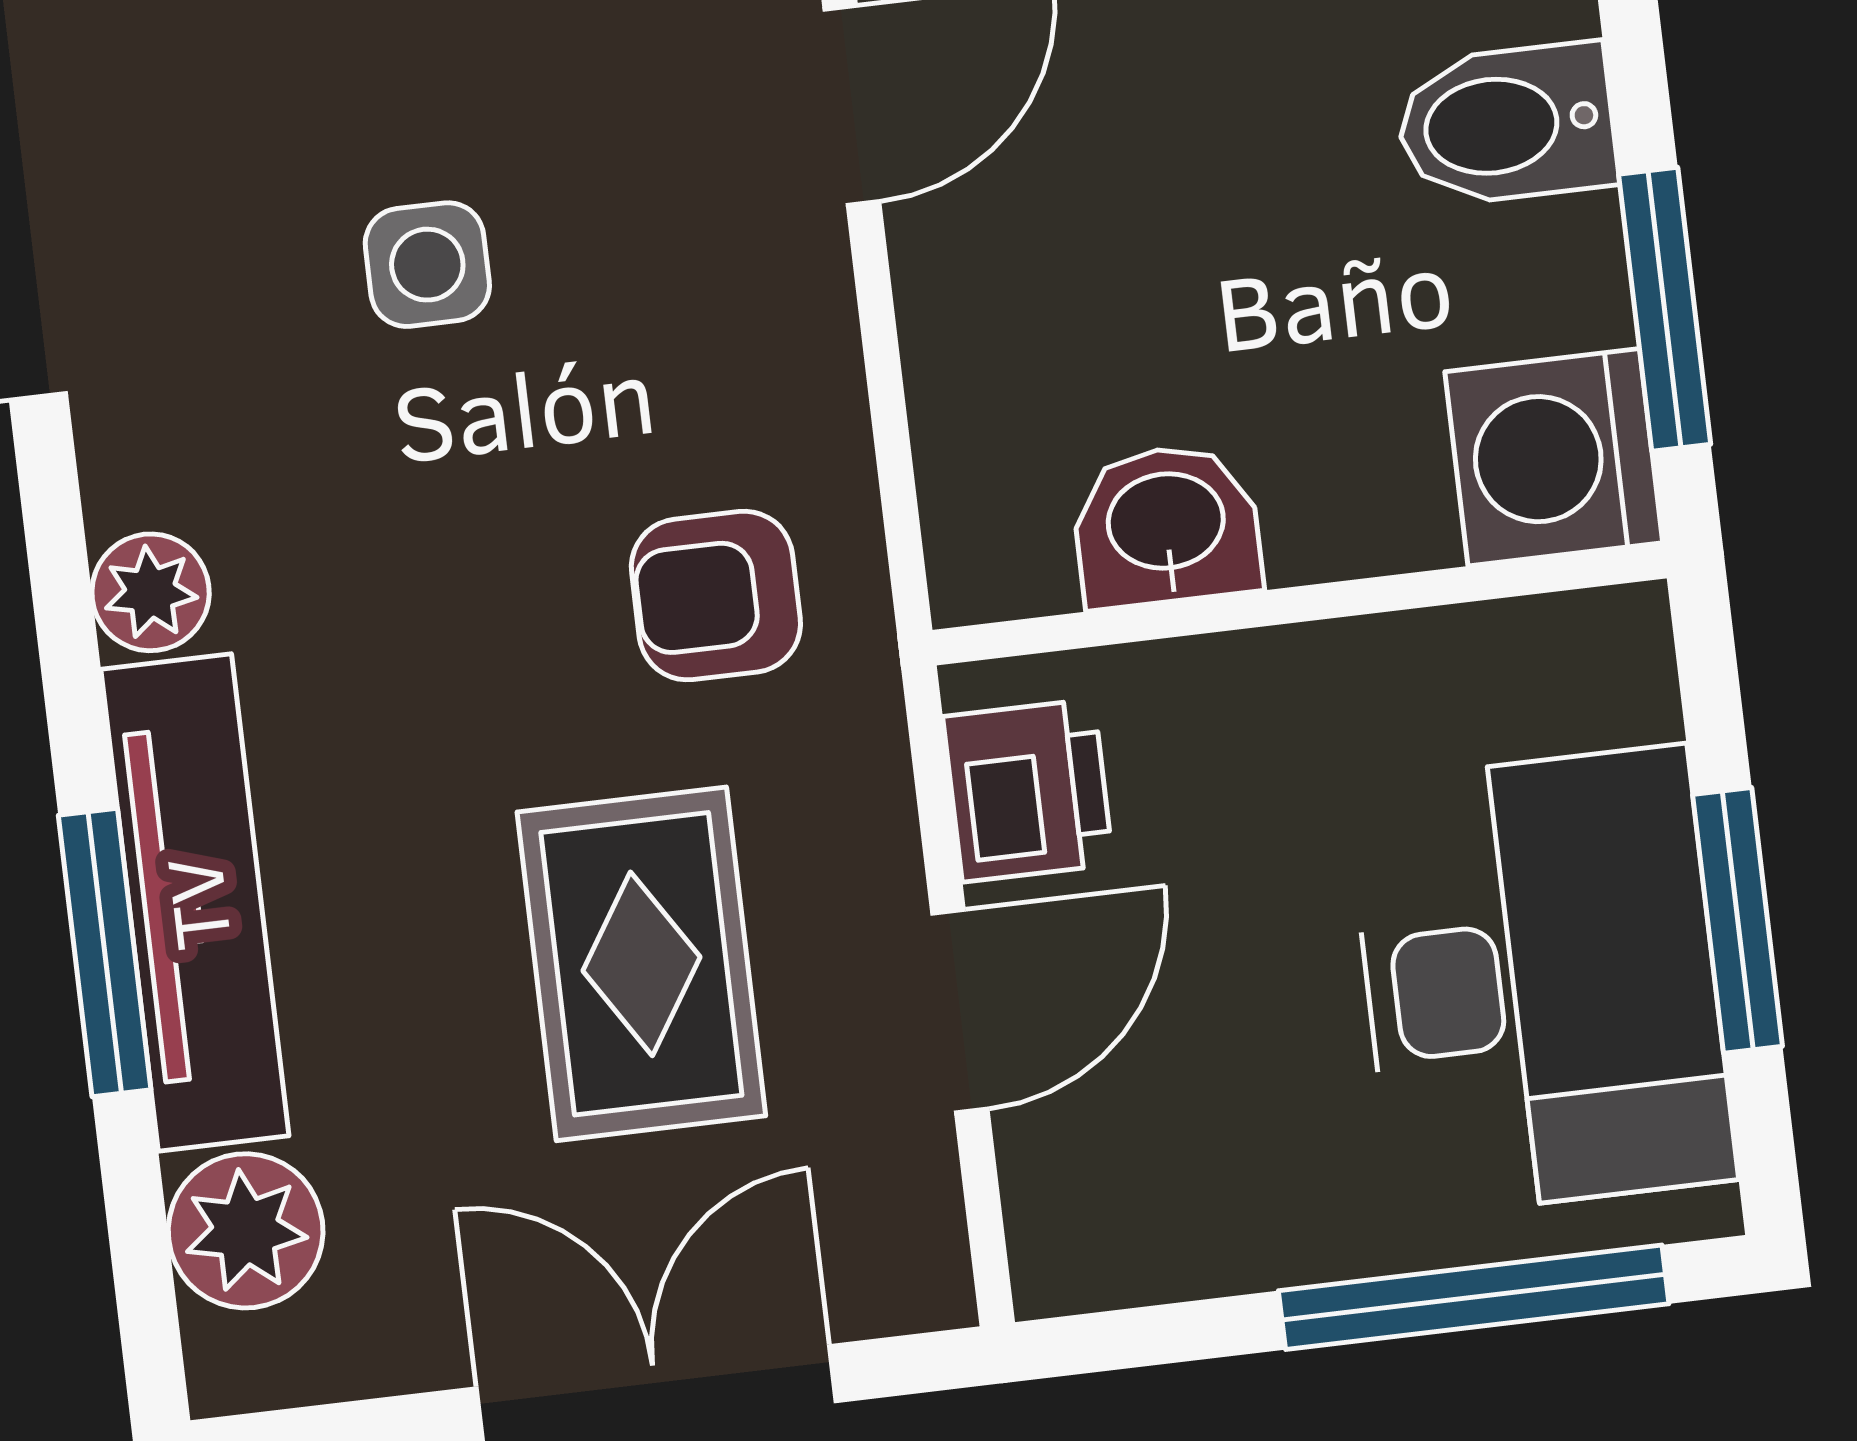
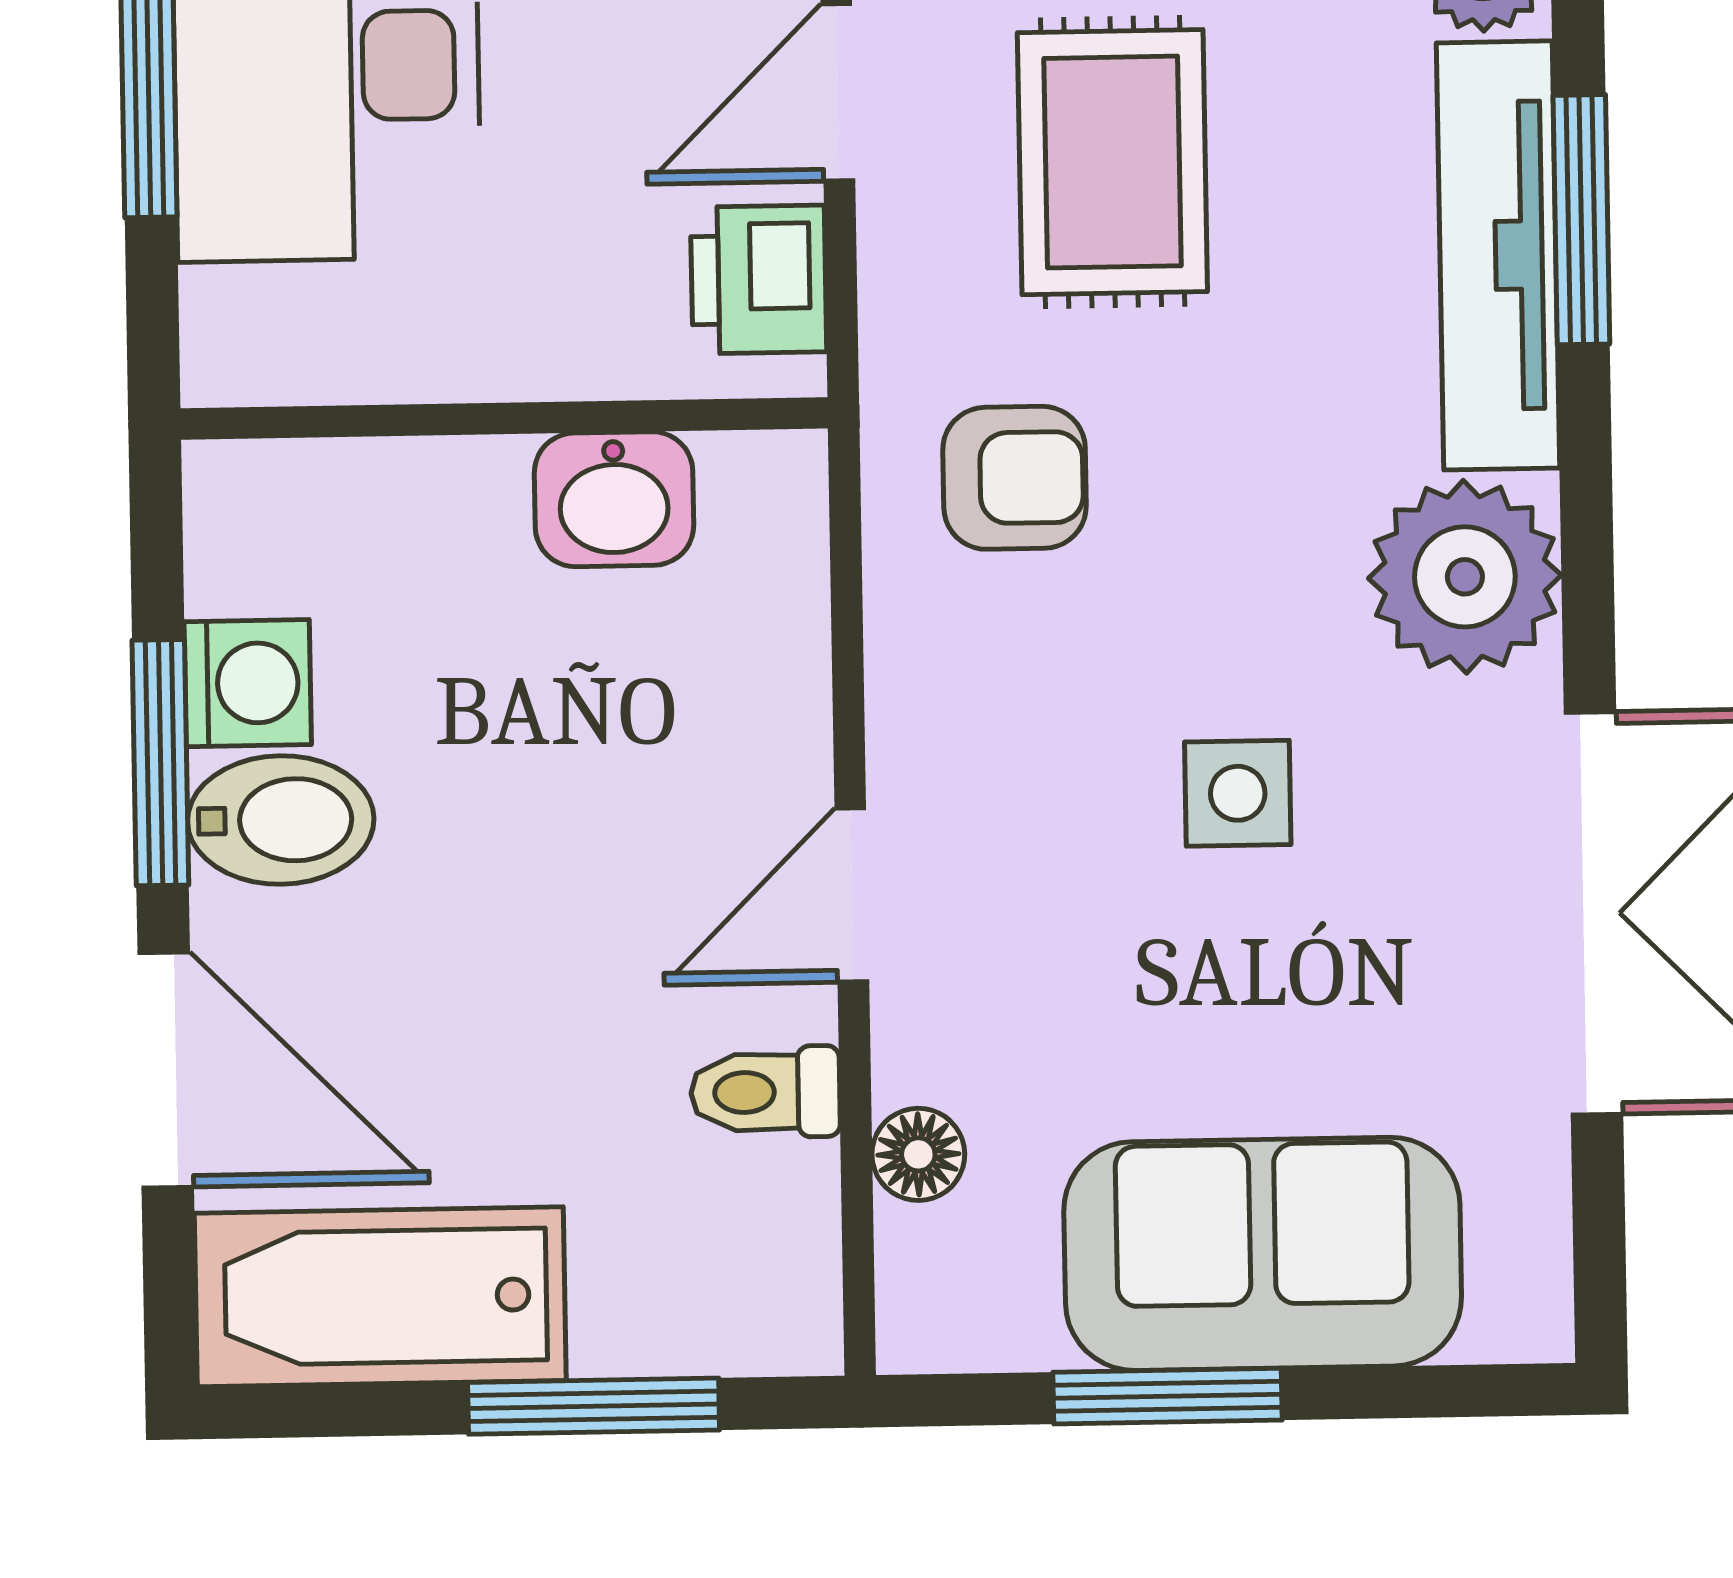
window: (1665, 309) -> (160, 763), moved
washing machine: (1554, 457) -> (248, 683), moved, width x0.73, depth x0.73
plant: (151, 592) -> (1465, 577), width x1.88, depth x1.88

